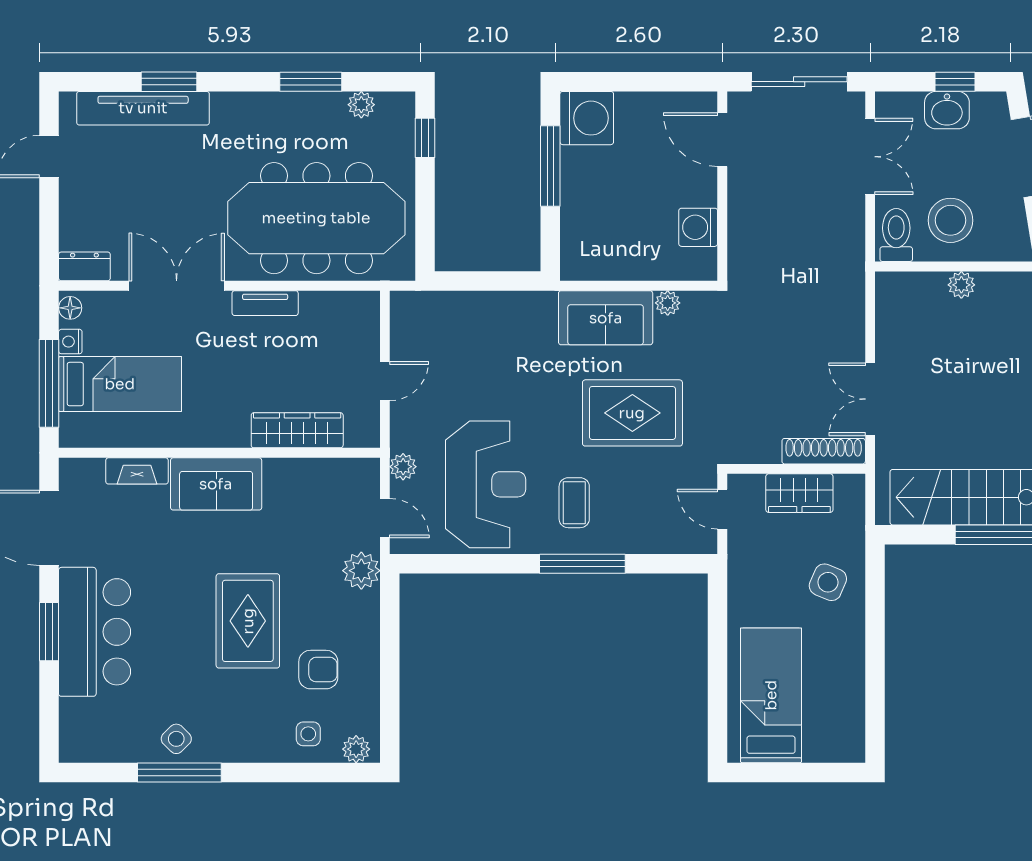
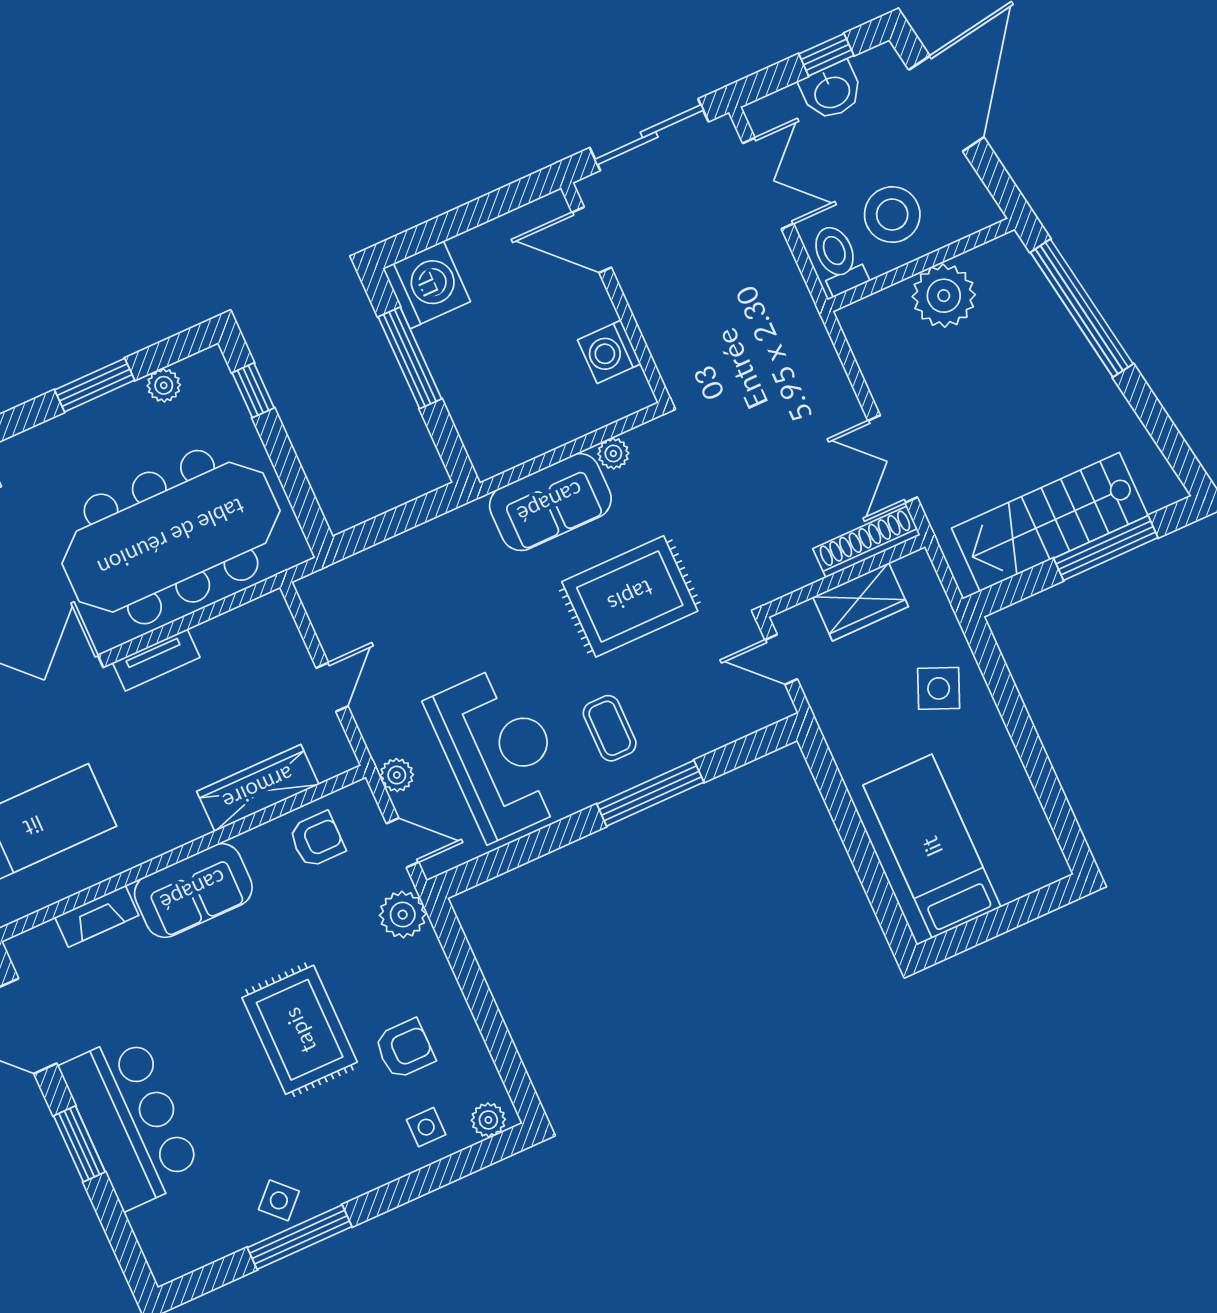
plant: (961, 285) -> (944, 296), width x1.87, depth x1.87
armchair: (323, 487) -> (317, 840), added

